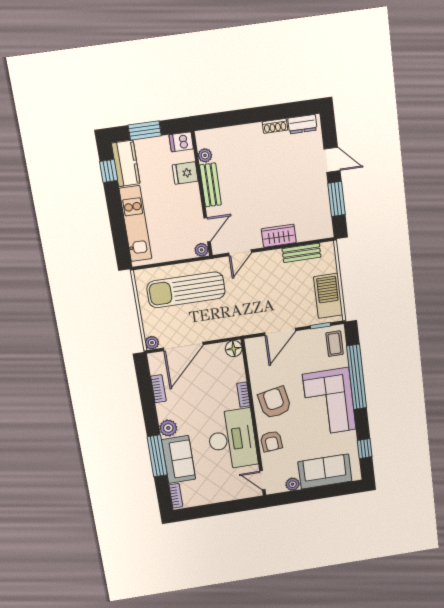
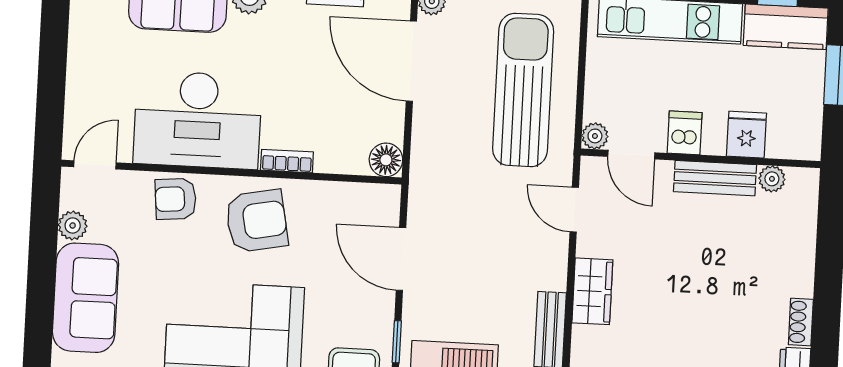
dishwasher: (181, 142) -> (685, 133), moved

